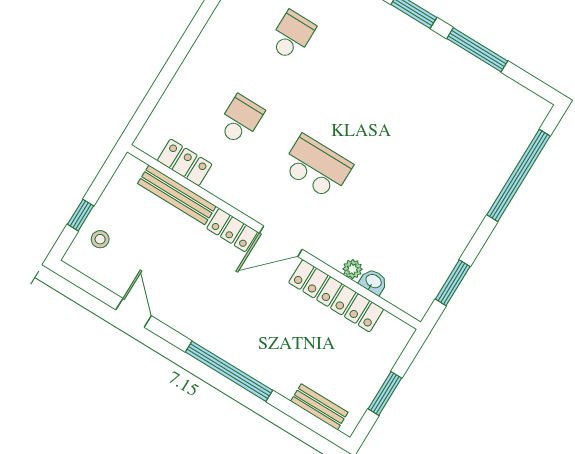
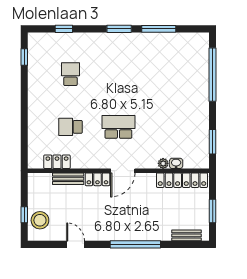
school desk: (240, 120) -> (70, 127), turned -90
bench: (177, 195) -> (68, 179), width x0.73
stool: (100, 239) -> (40, 220), width x1.89, depth x1.89
locker: (336, 296) -> (182, 180), moved

